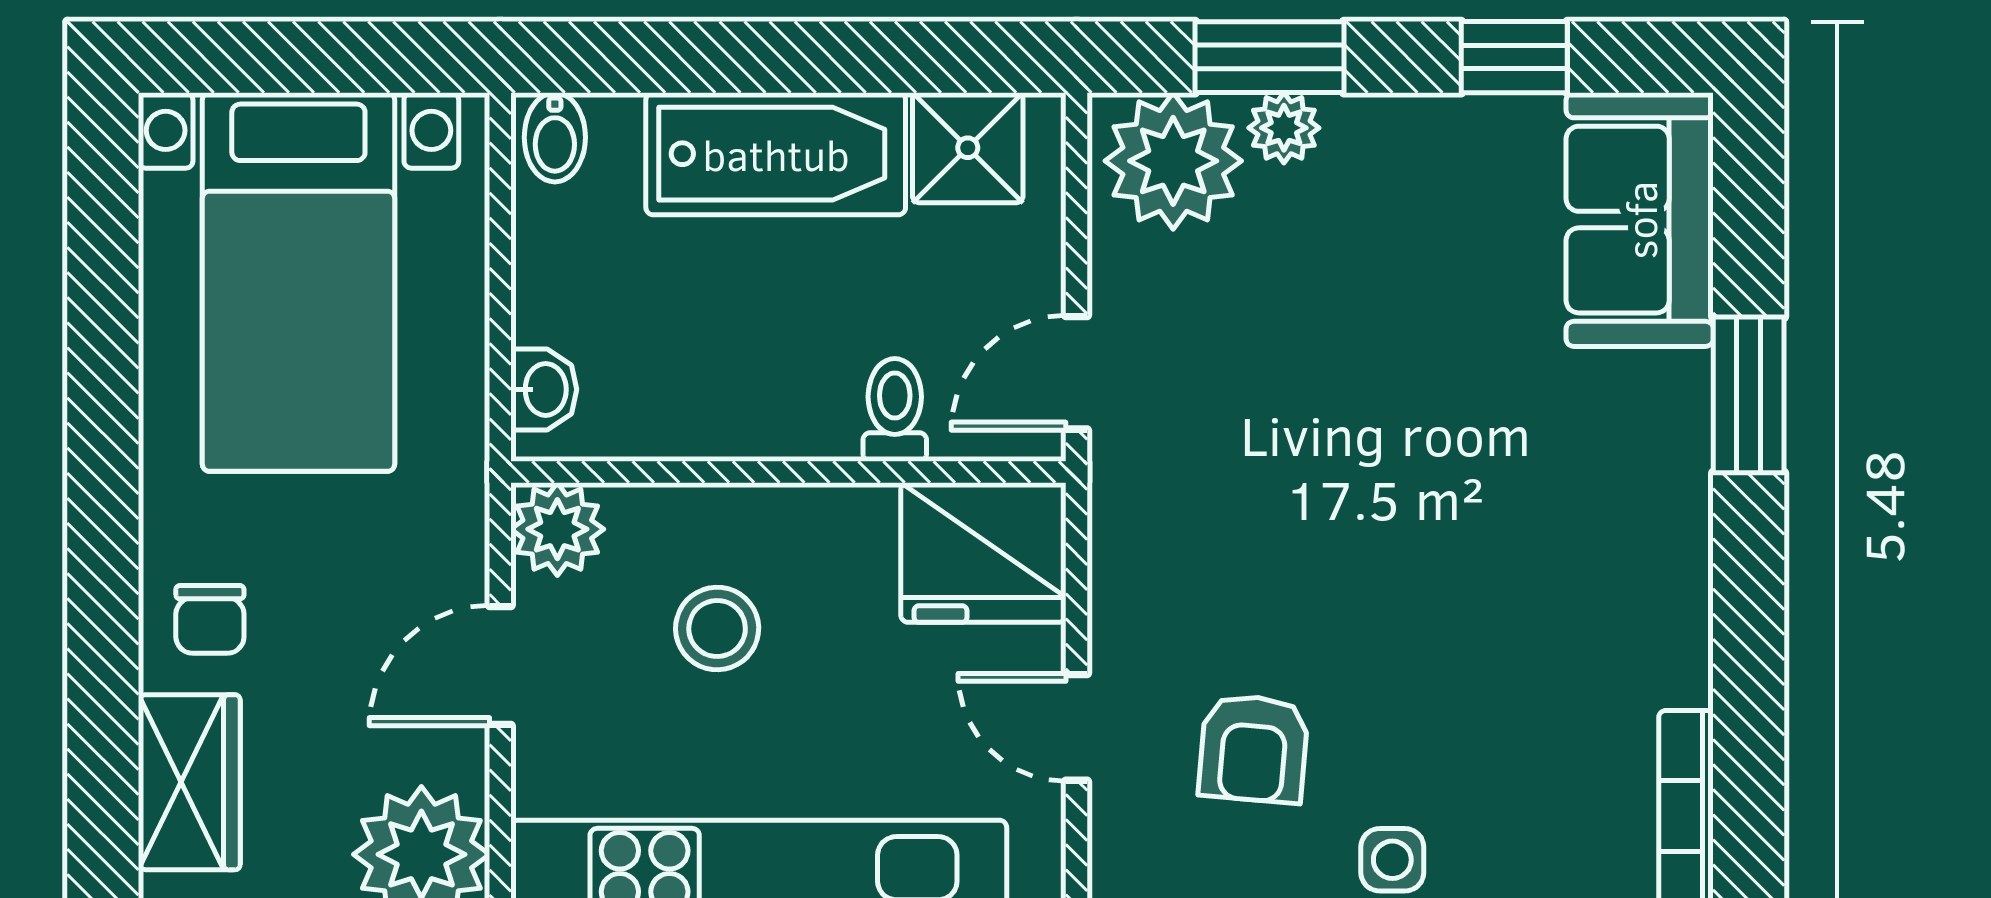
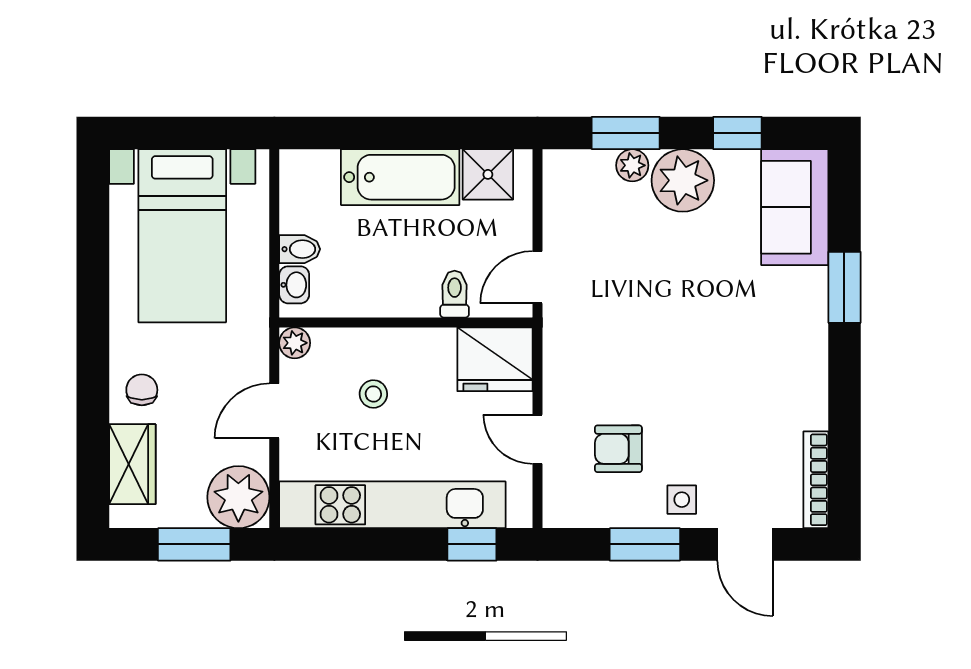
bidet: (555, 137) -> (300, 249), moved, turned -90
plant: (1173, 161) -> (683, 180), moved
plant: (557, 529) -> (295, 343), width x0.73, depth x0.73
chair: (210, 619) -> (142, 390), turned 180
stool: (717, 628) -> (373, 394), width x0.73, depth x0.73
armchair: (1253, 748) -> (618, 449), turned 85

